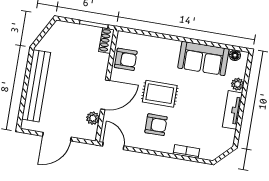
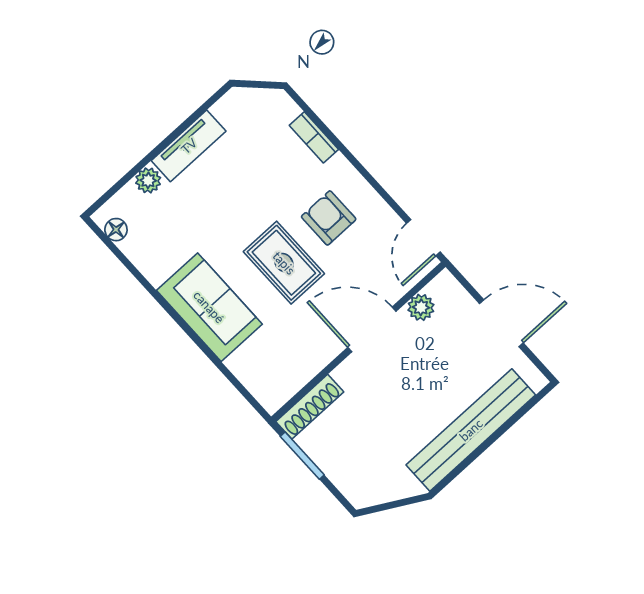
shoe rack: (107, 41) -> (310, 407), width x1.43
sofa: (203, 58) -> (209, 307), moved
armchair: (126, 59) -> (295, 360), removed

